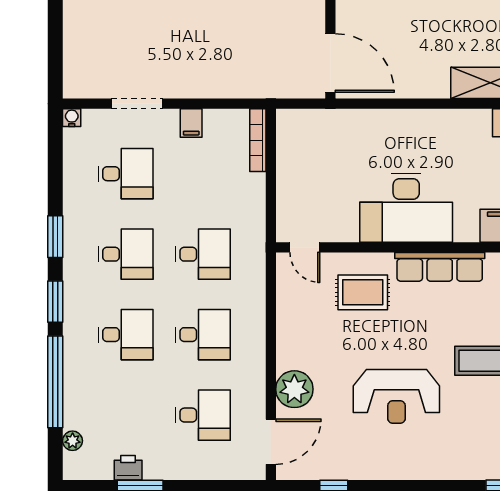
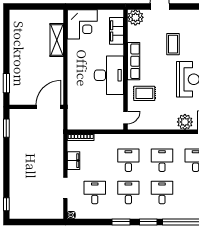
filing cabinet: (191, 123) -> (74, 161), width x2.00
rug: (363, 292) -> (144, 93), turned 90

